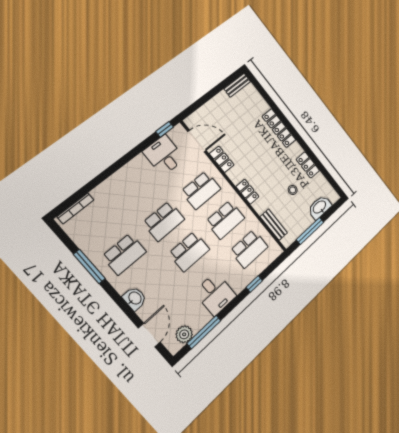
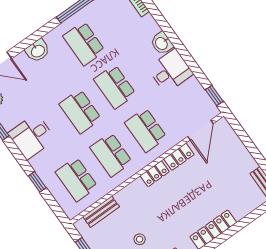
desk: (164, 155) -> (170, 71), moved
washbasin: (119, 180) -> (162, 43), added
locker: (247, 192) -> (155, 174), moved

